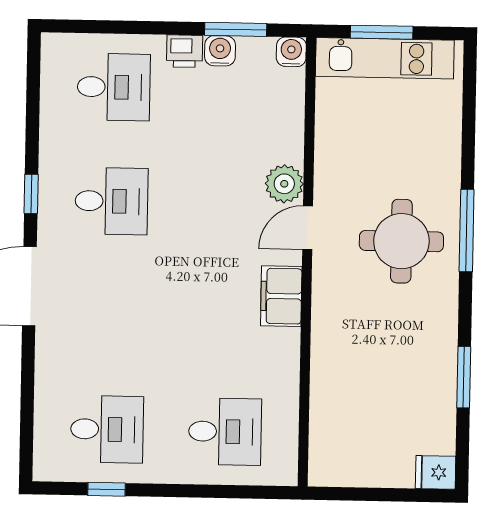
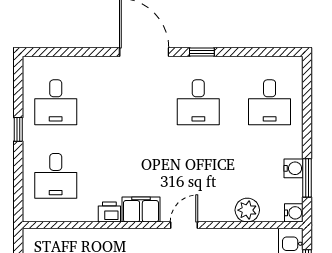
printer: (184, 51) -> (109, 212), moved, turned 90
plant: (284, 184) -> (247, 210), moved
door: (308, 228) -> (184, 225), hinge flipped
window: (106, 489) -> (18, 129), moved

